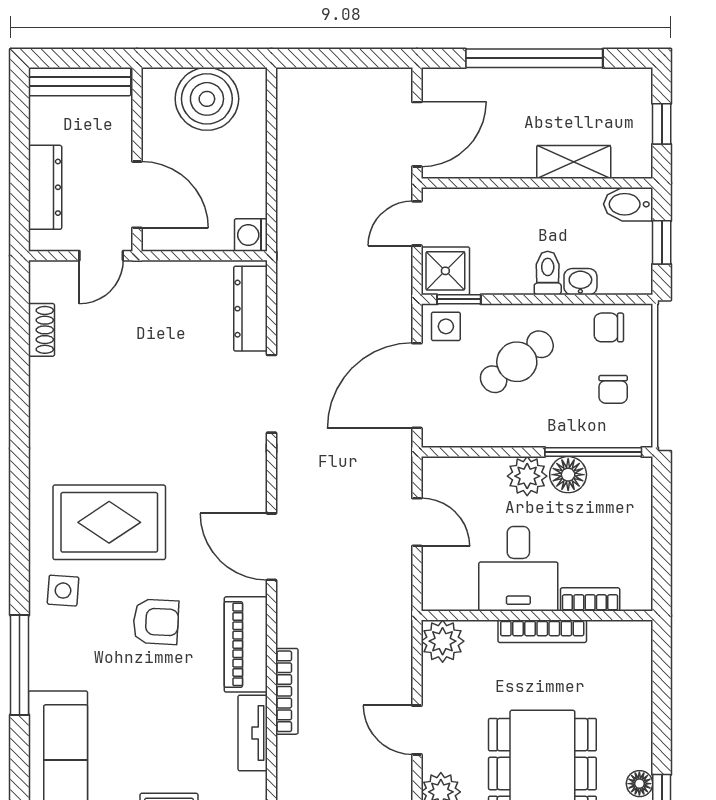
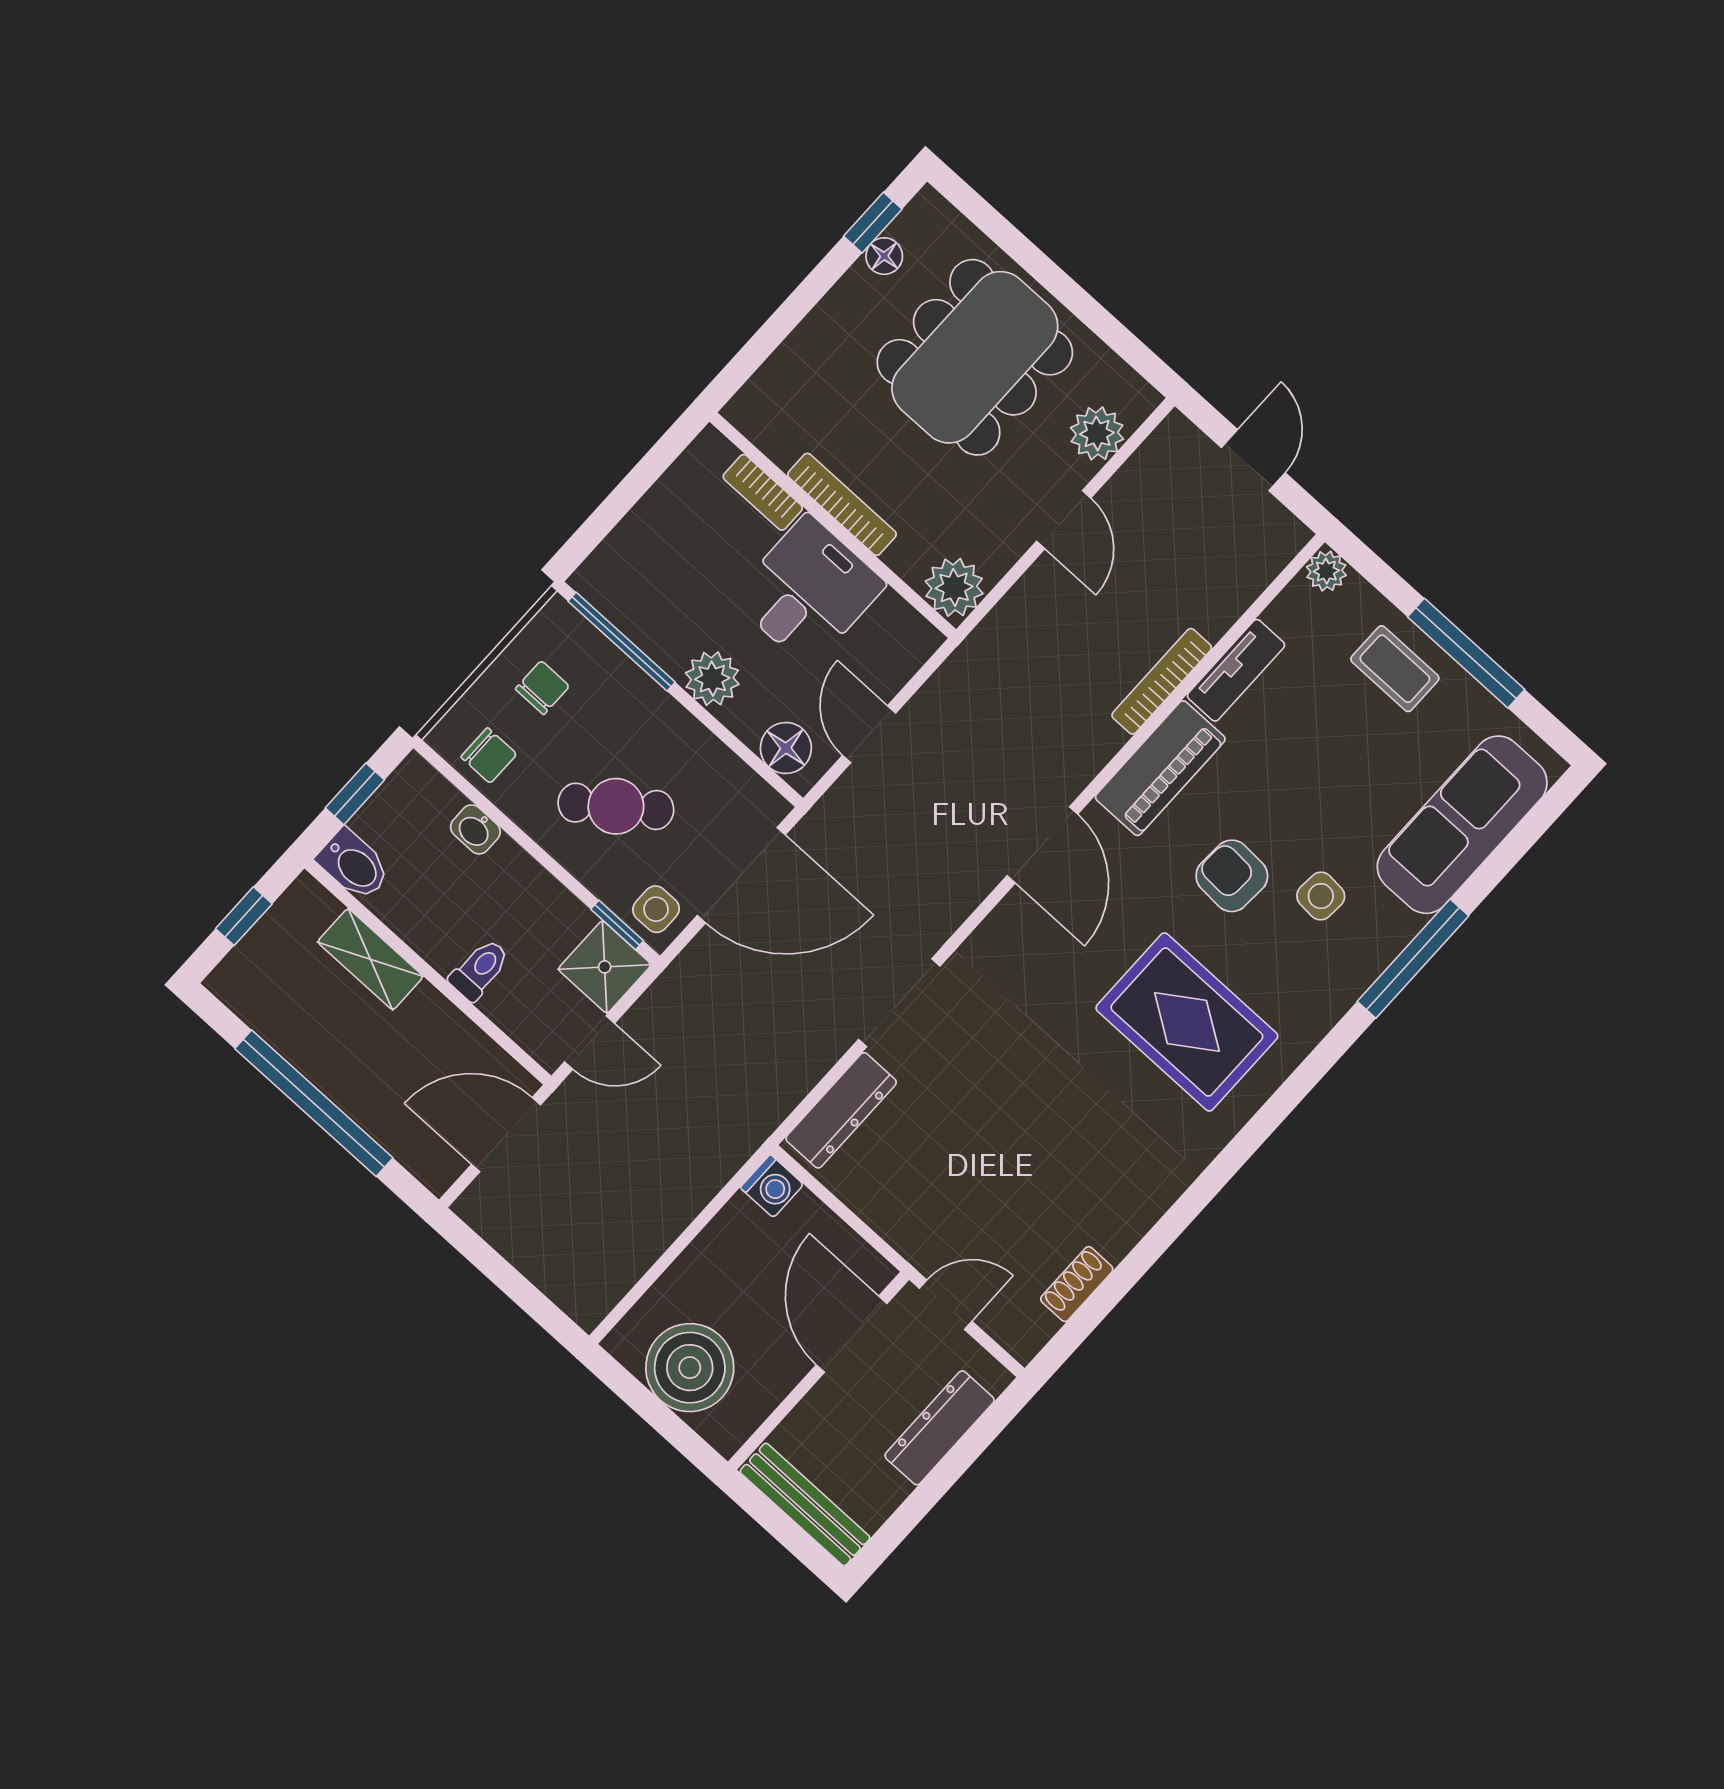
toilet: (548, 273) -> (480, 970), moved, turned 180
floor lamp: (568, 475) -> (786, 748), moved
side table: (63, 591) -> (1321, 896), moved

